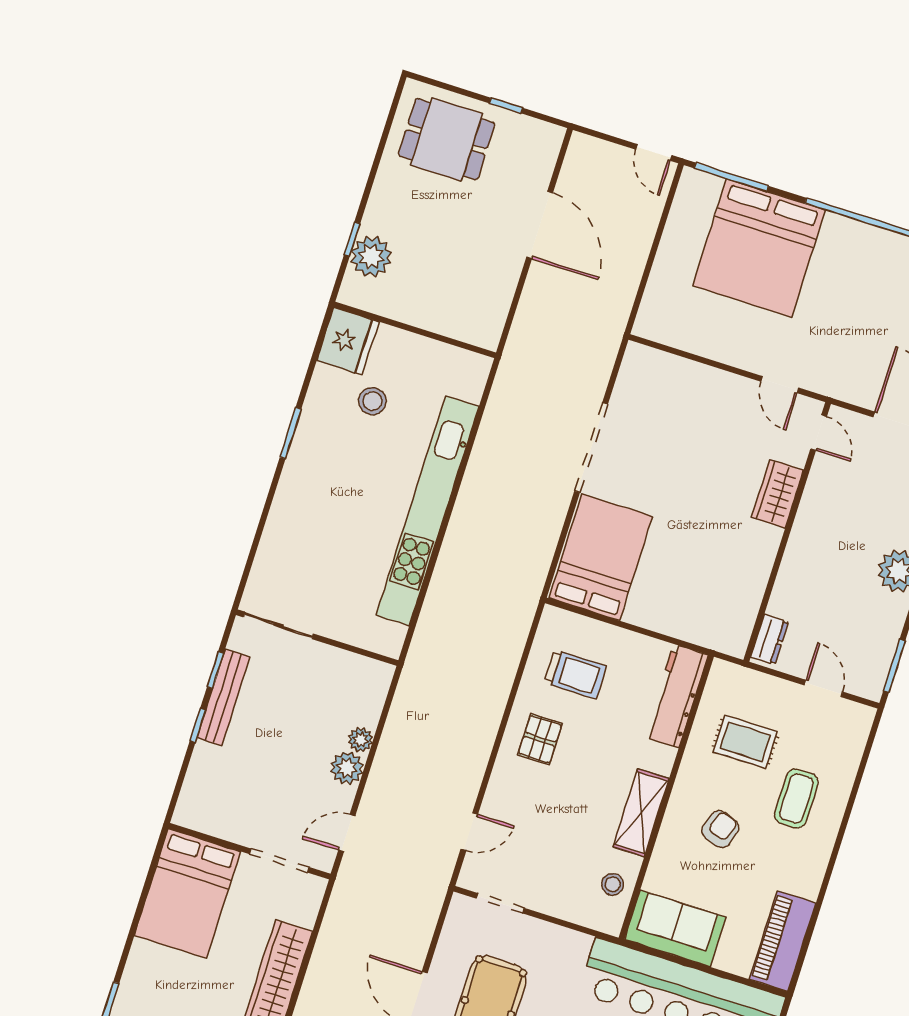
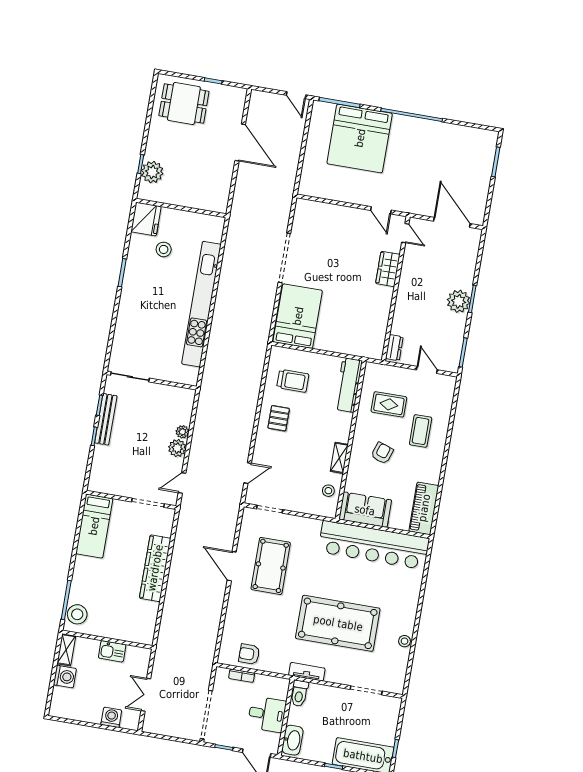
shelving: (641, 813) -> (339, 458), width x0.67, depth x0.75
bed: (187, 893) -> (94, 526), width x0.67

